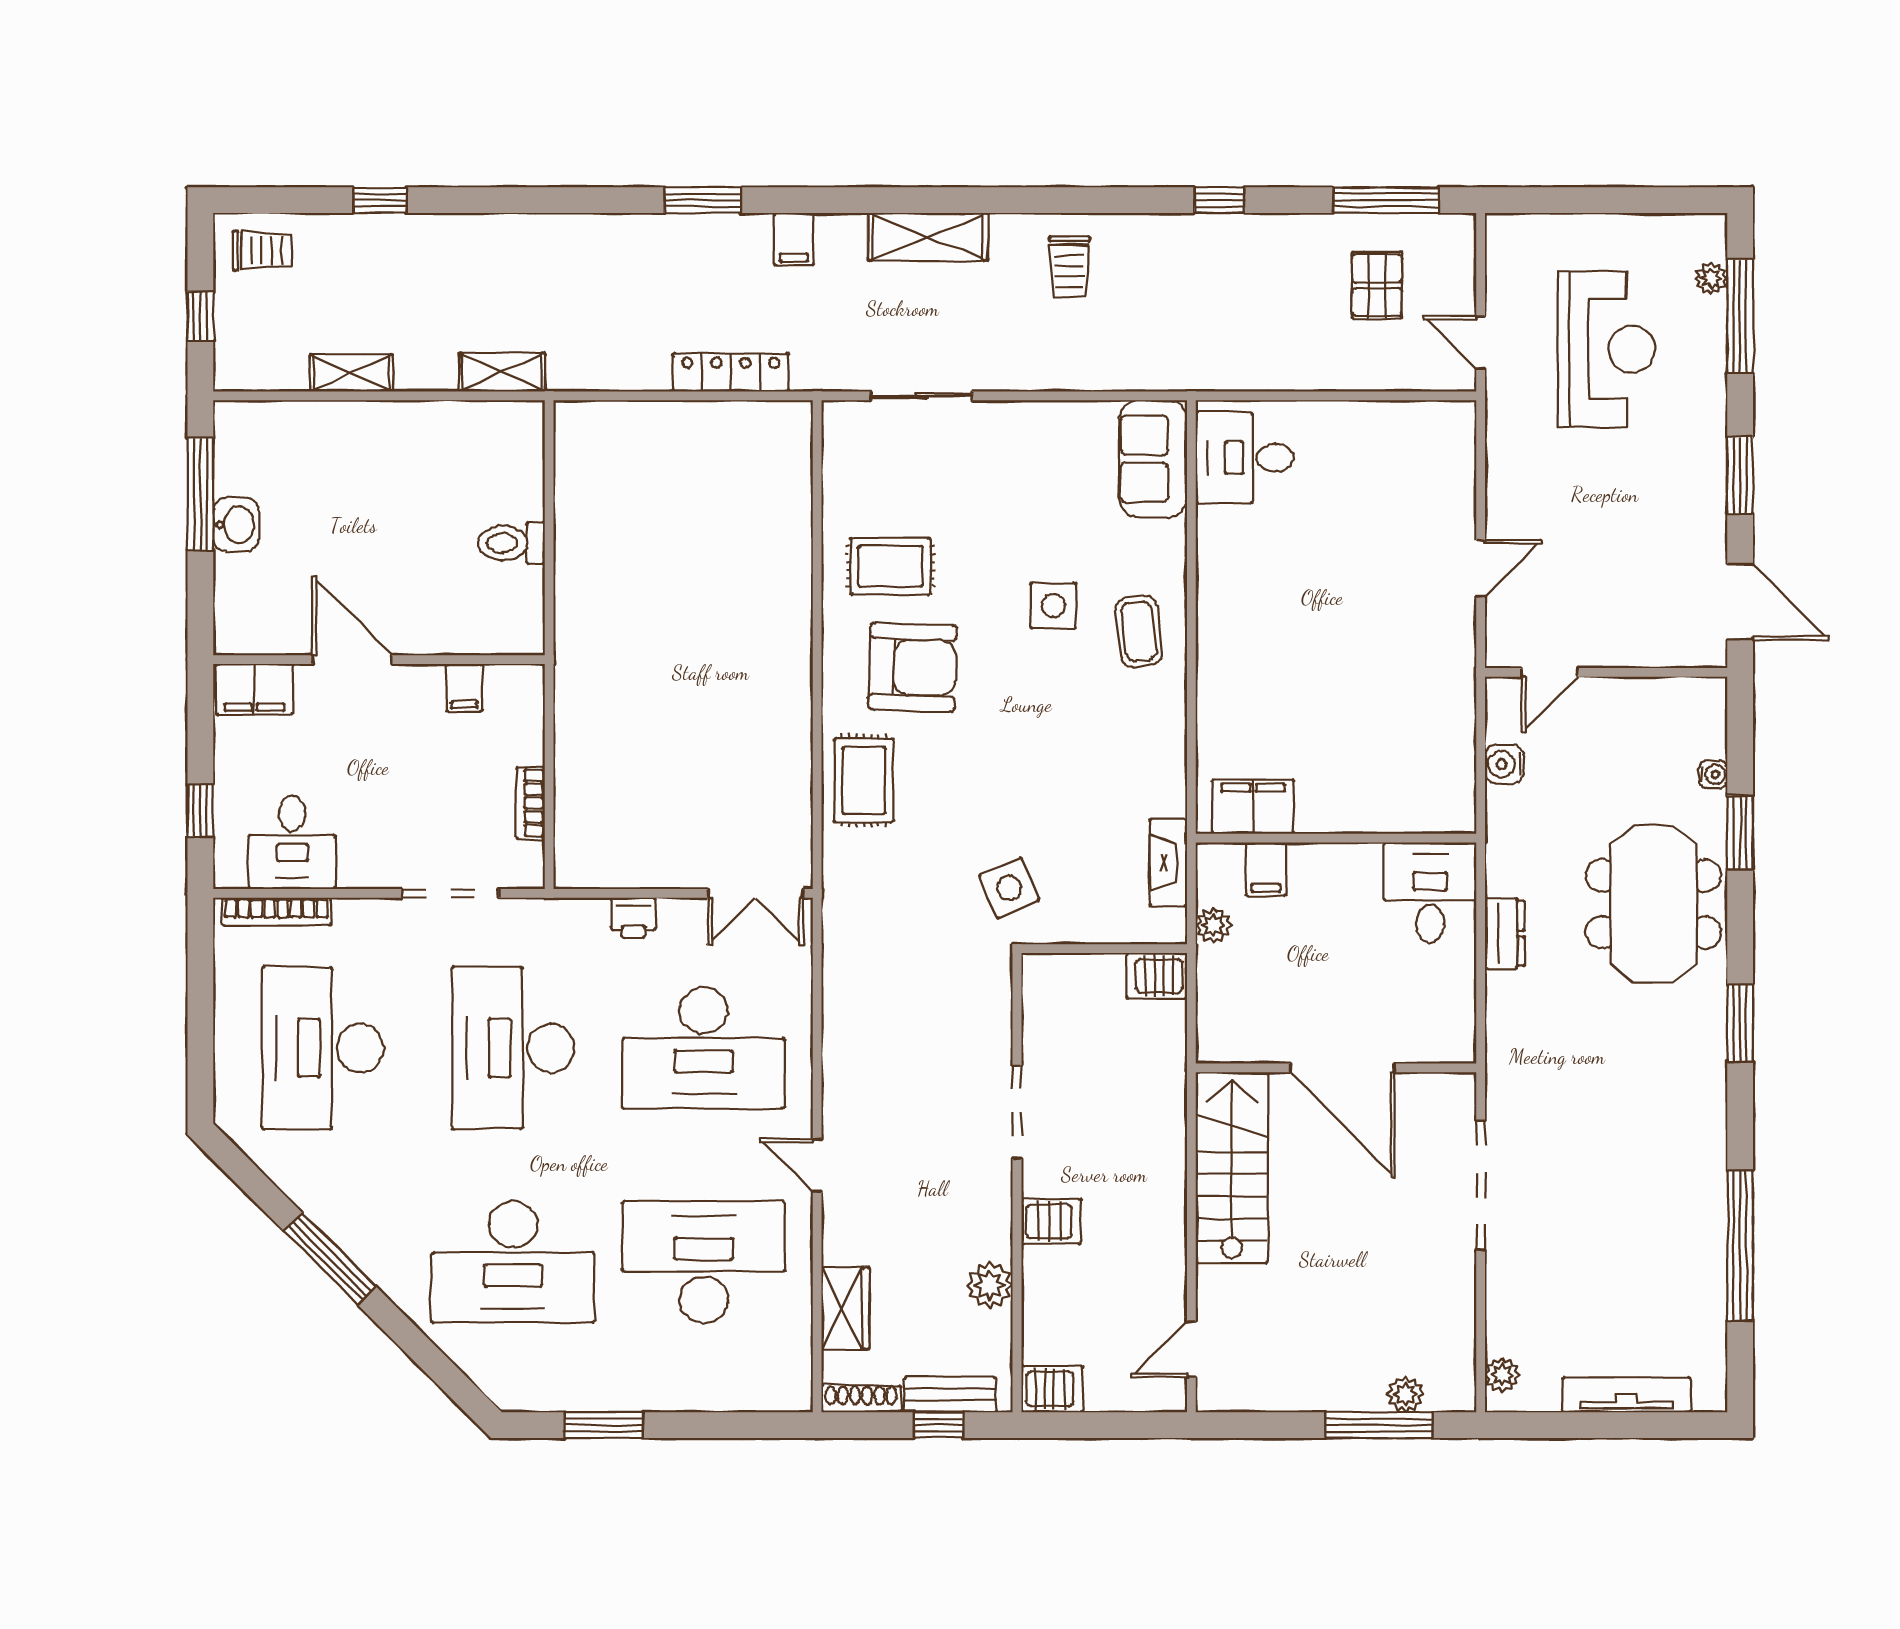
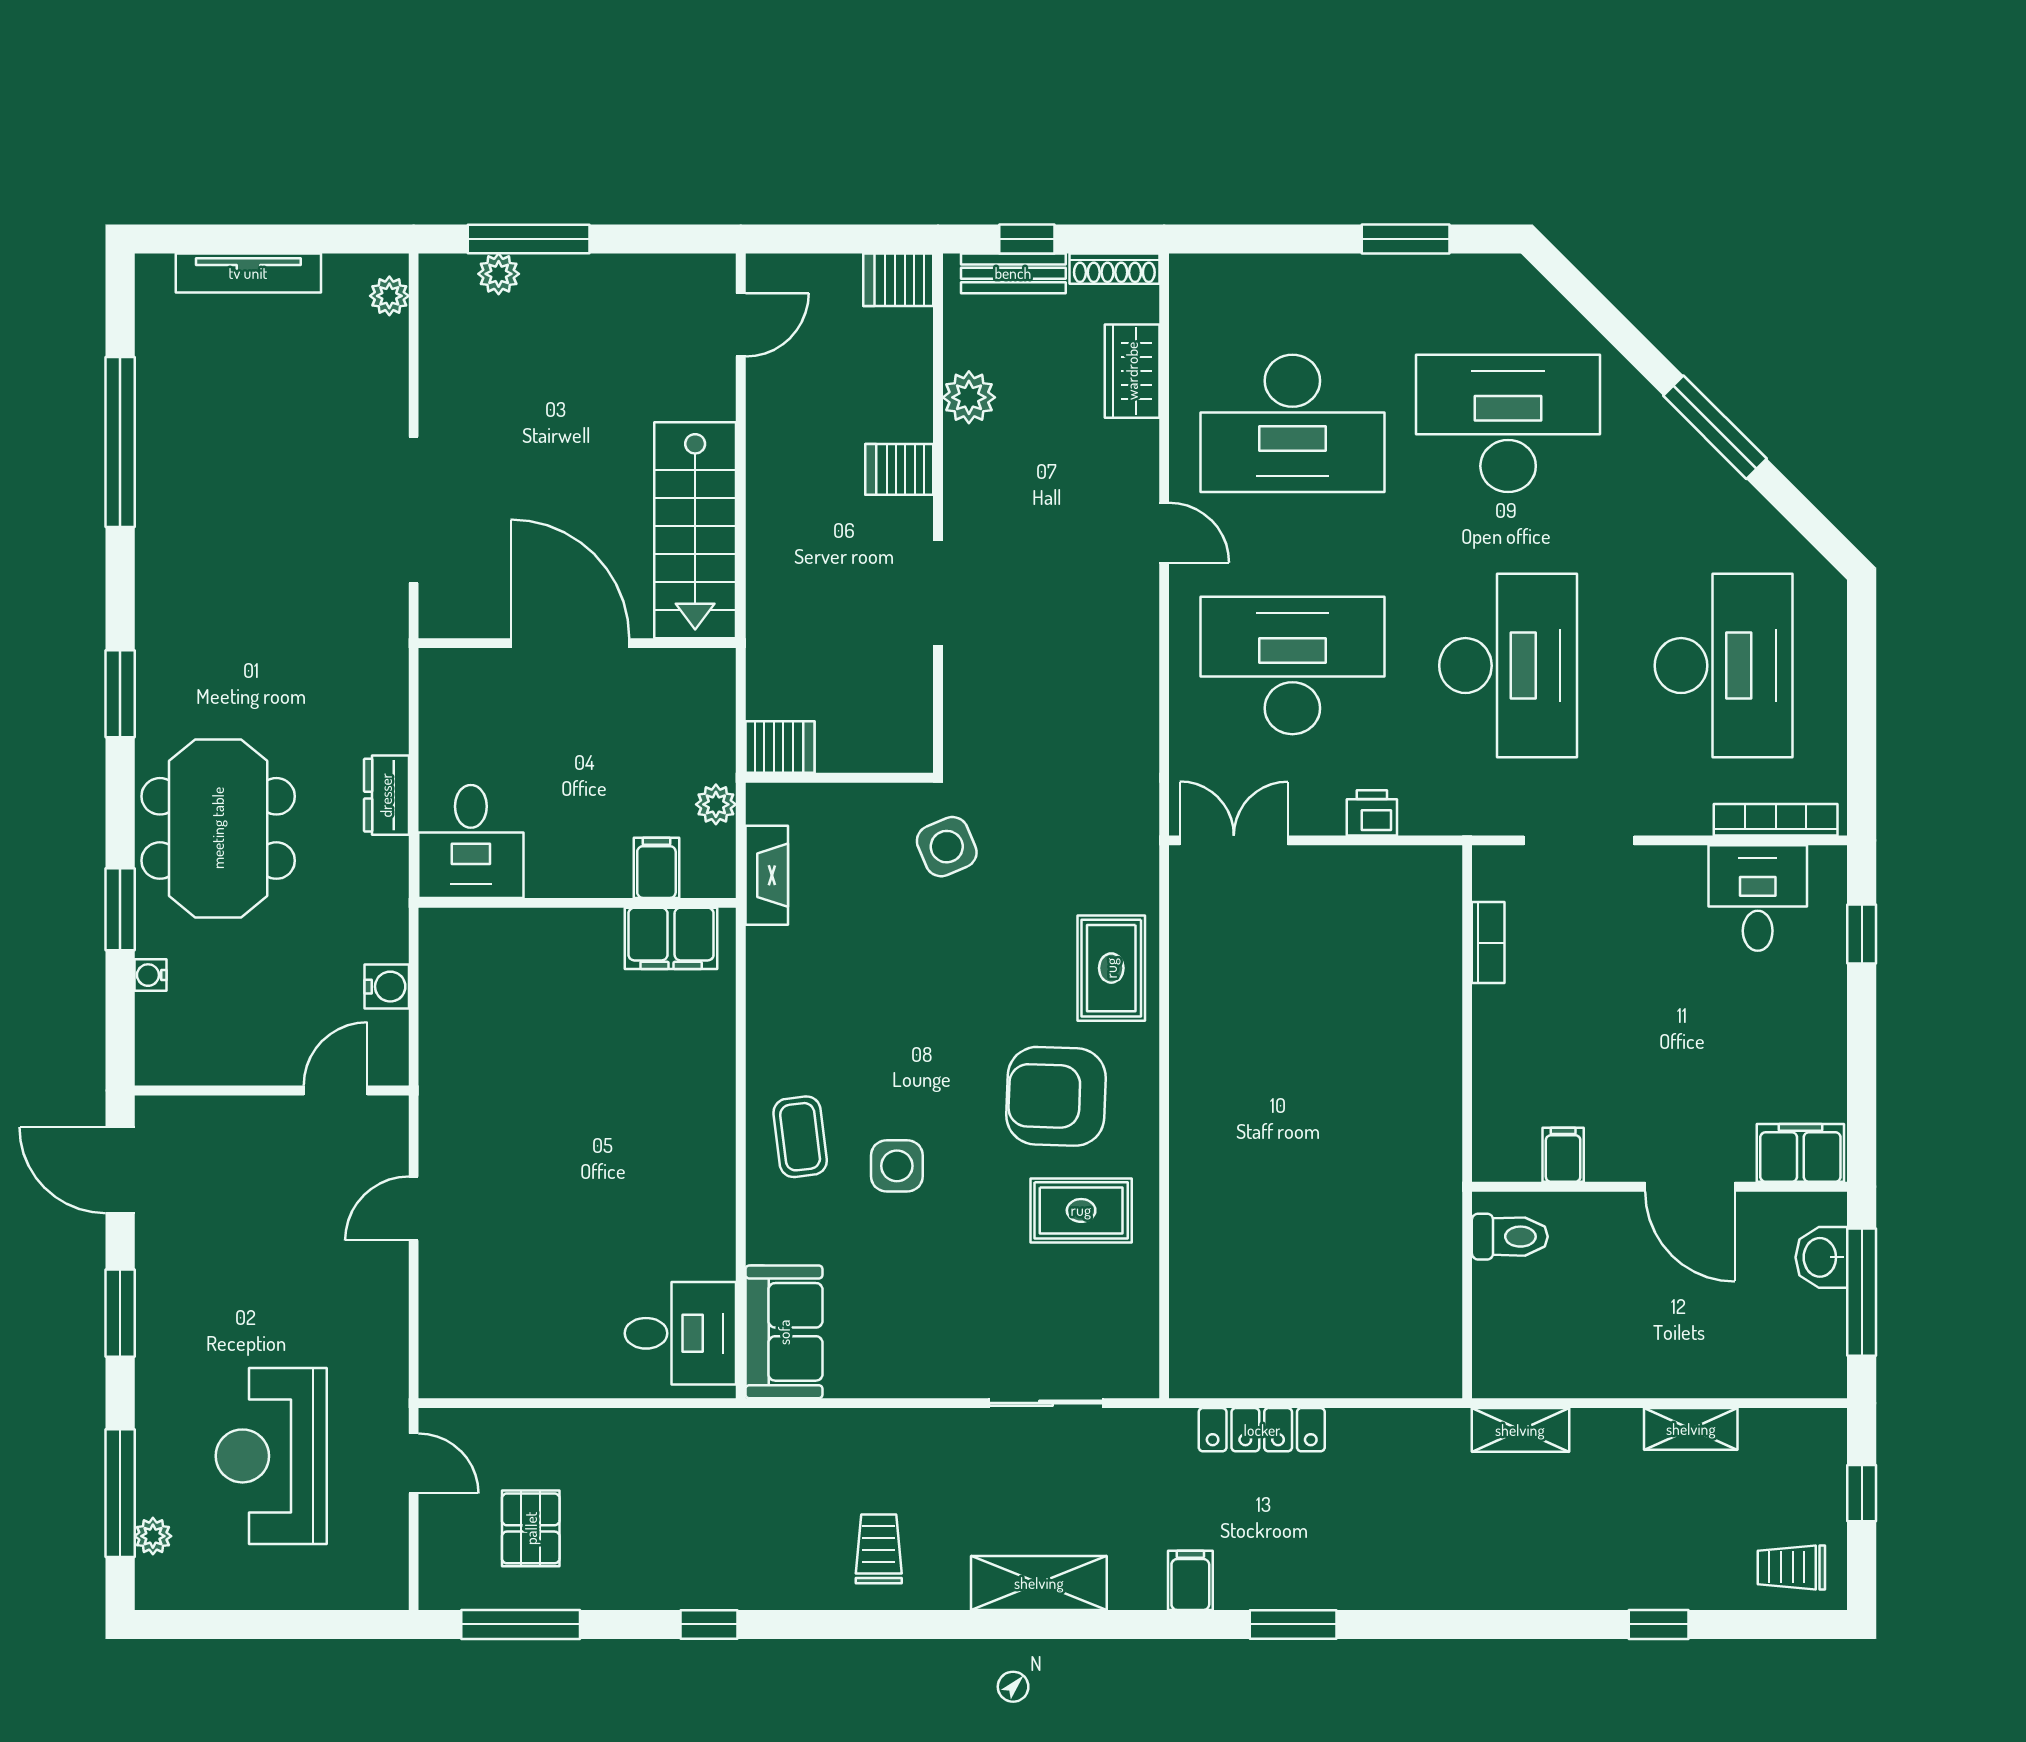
door: (352, 660) -> (1690, 1187), moved
wall: (379, 660) -> (1660, 1187), moved
filing cabinet: (464, 688) -> (1563, 1155), moved
filing cabinet: (255, 689) -> (1800, 1153), moved

